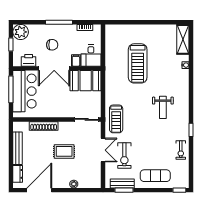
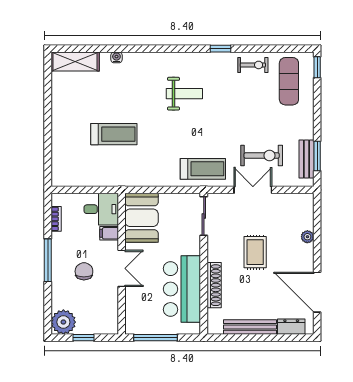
printer: (29, 60) -> (109, 309), removed
treadmill: (138, 63) -> (114, 134), width x0.73, depth x0.73
double door: (54, 68) -> (122, 268), width x0.73
bar counter: (24, 91) -> (182, 289), moved, turned -90
exercise mat: (155, 176) -> (289, 81), moved

